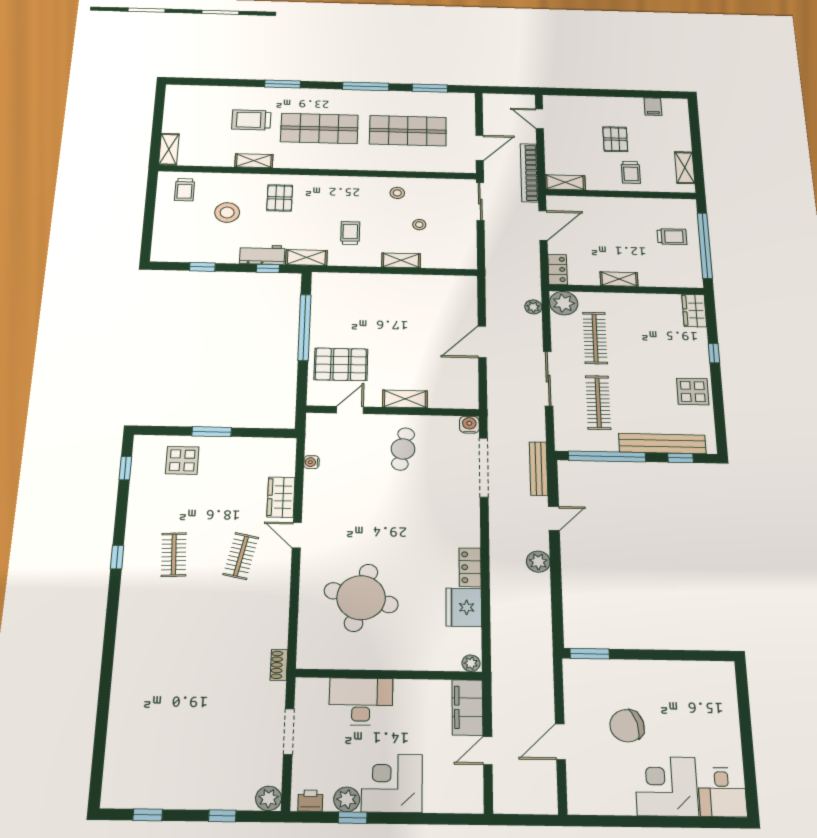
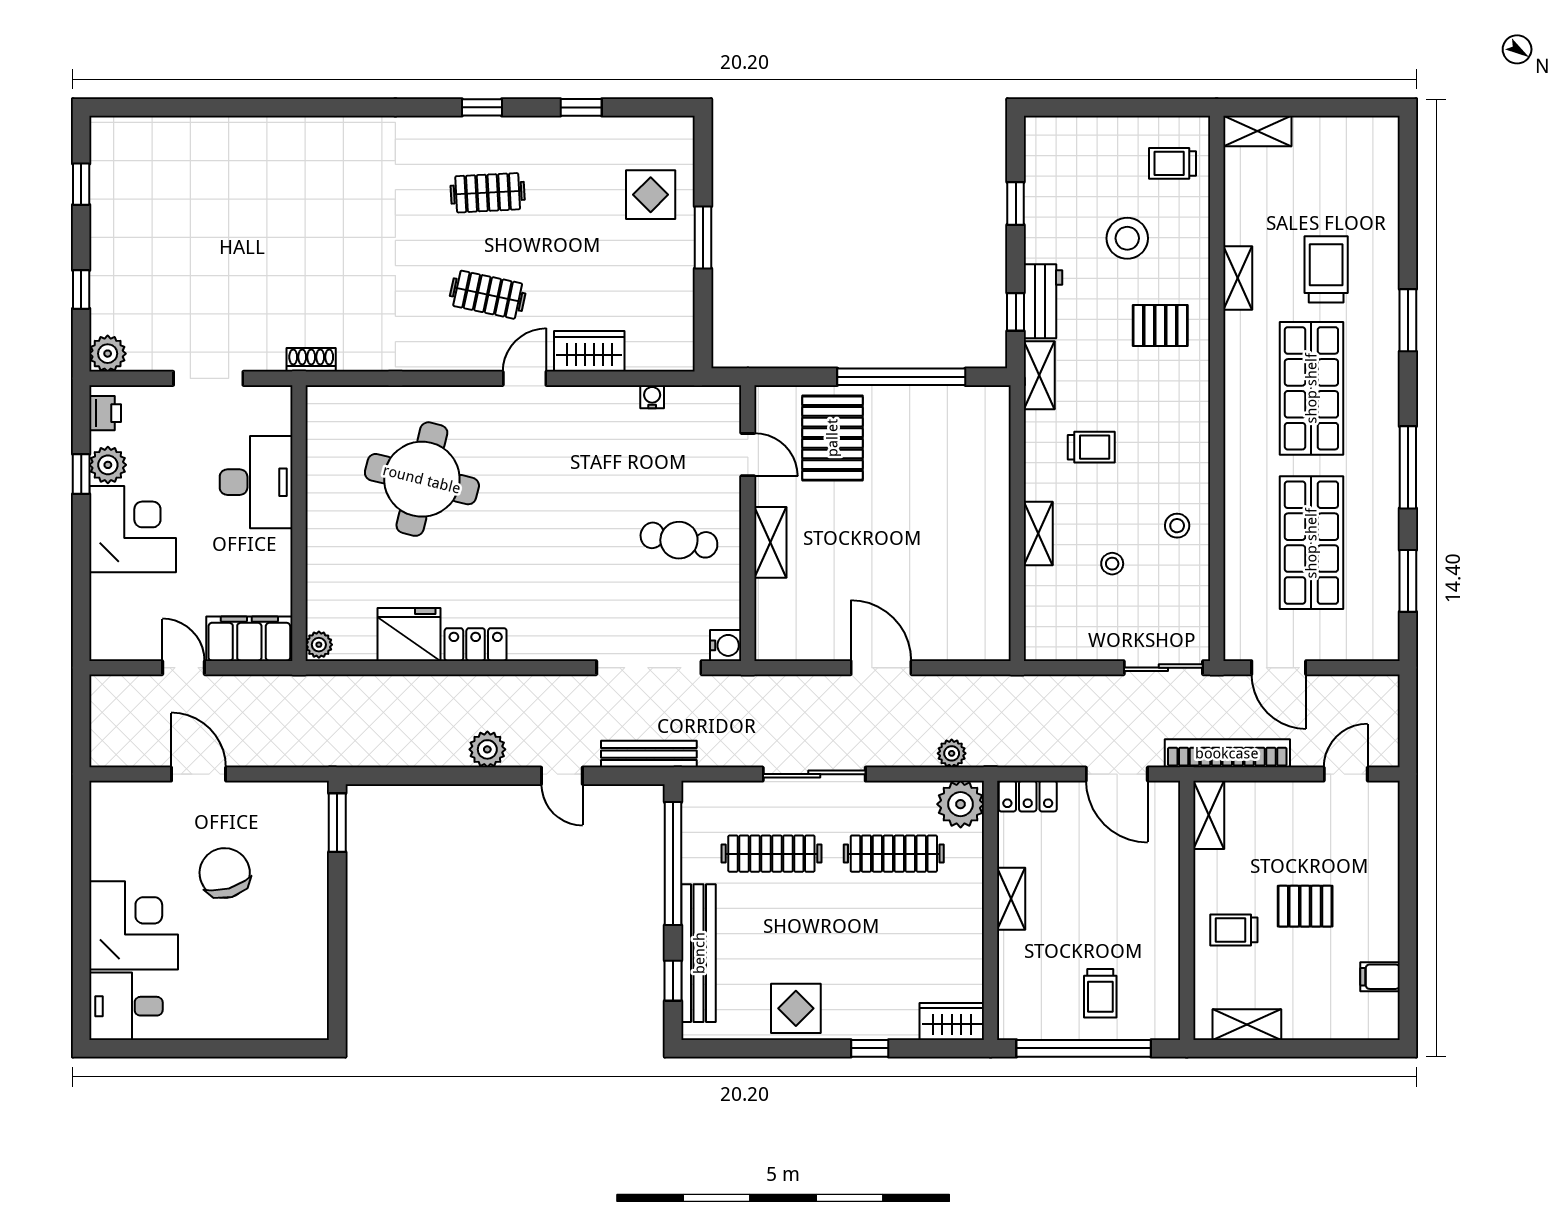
window: (125, 468) -> (581, 107), moved

